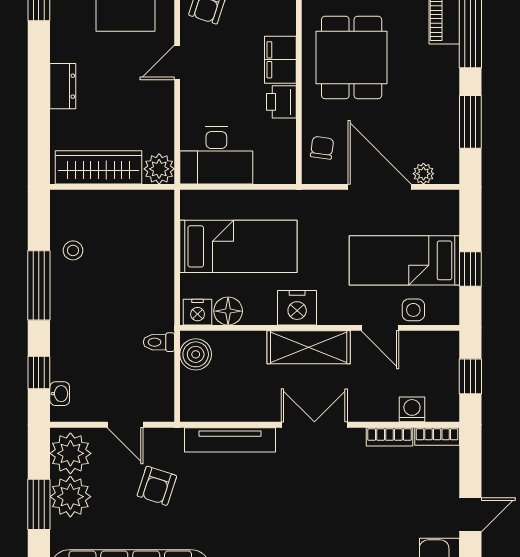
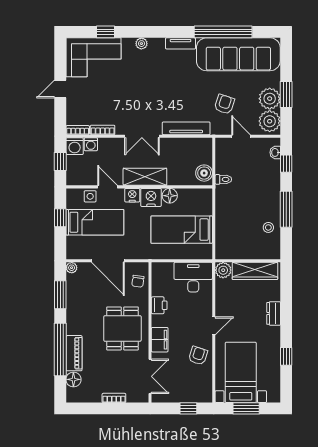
filing cabinet: (280, 60) -> (160, 340), moved
plant: (423, 174) -> (72, 268), moved
floor lamp: (228, 311) -> (170, 196), moved
nightstand: (198, 312) -> (132, 195), moved
washing machine: (443, 406) -> (75, 146), added

